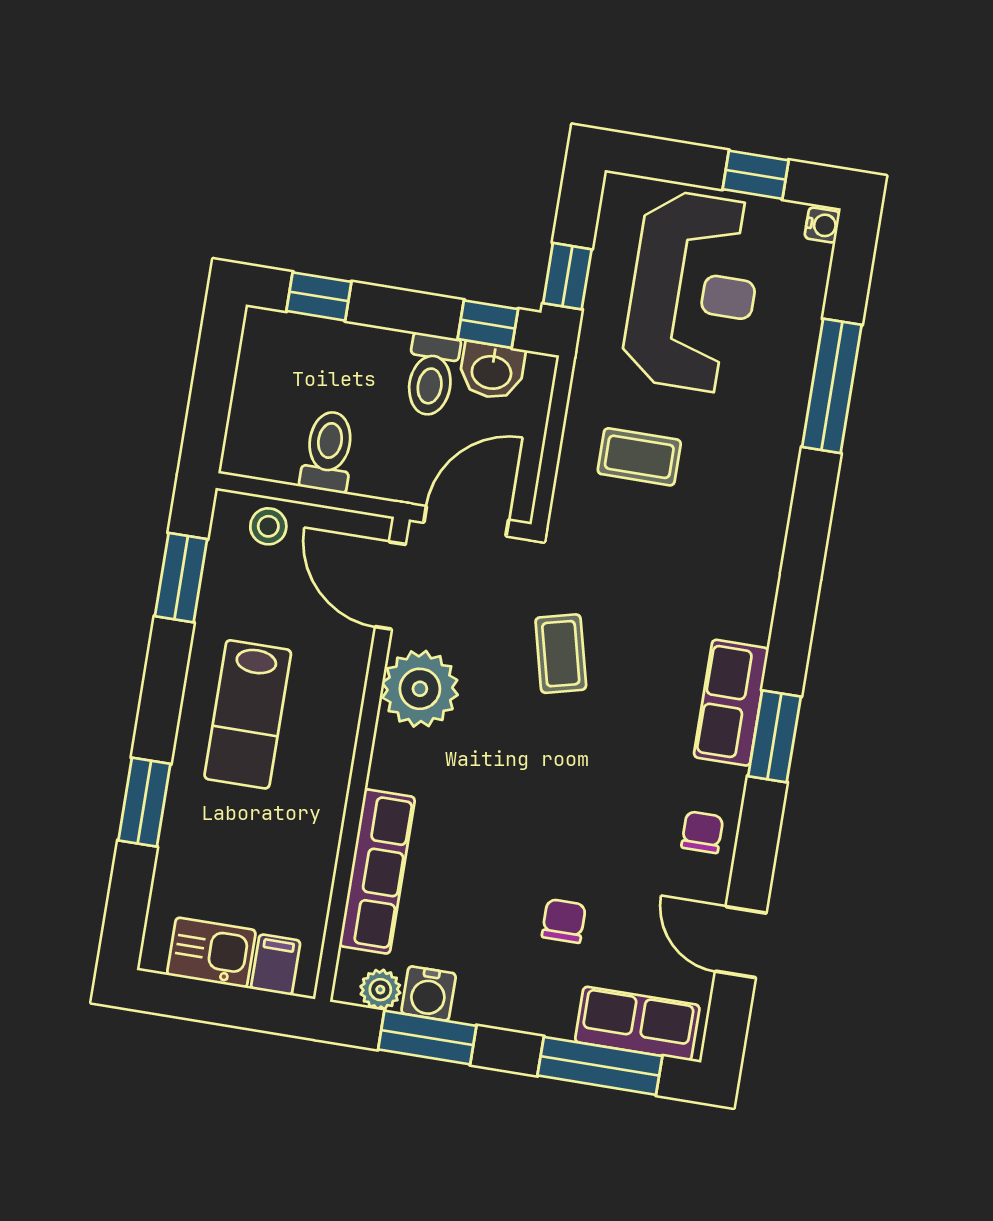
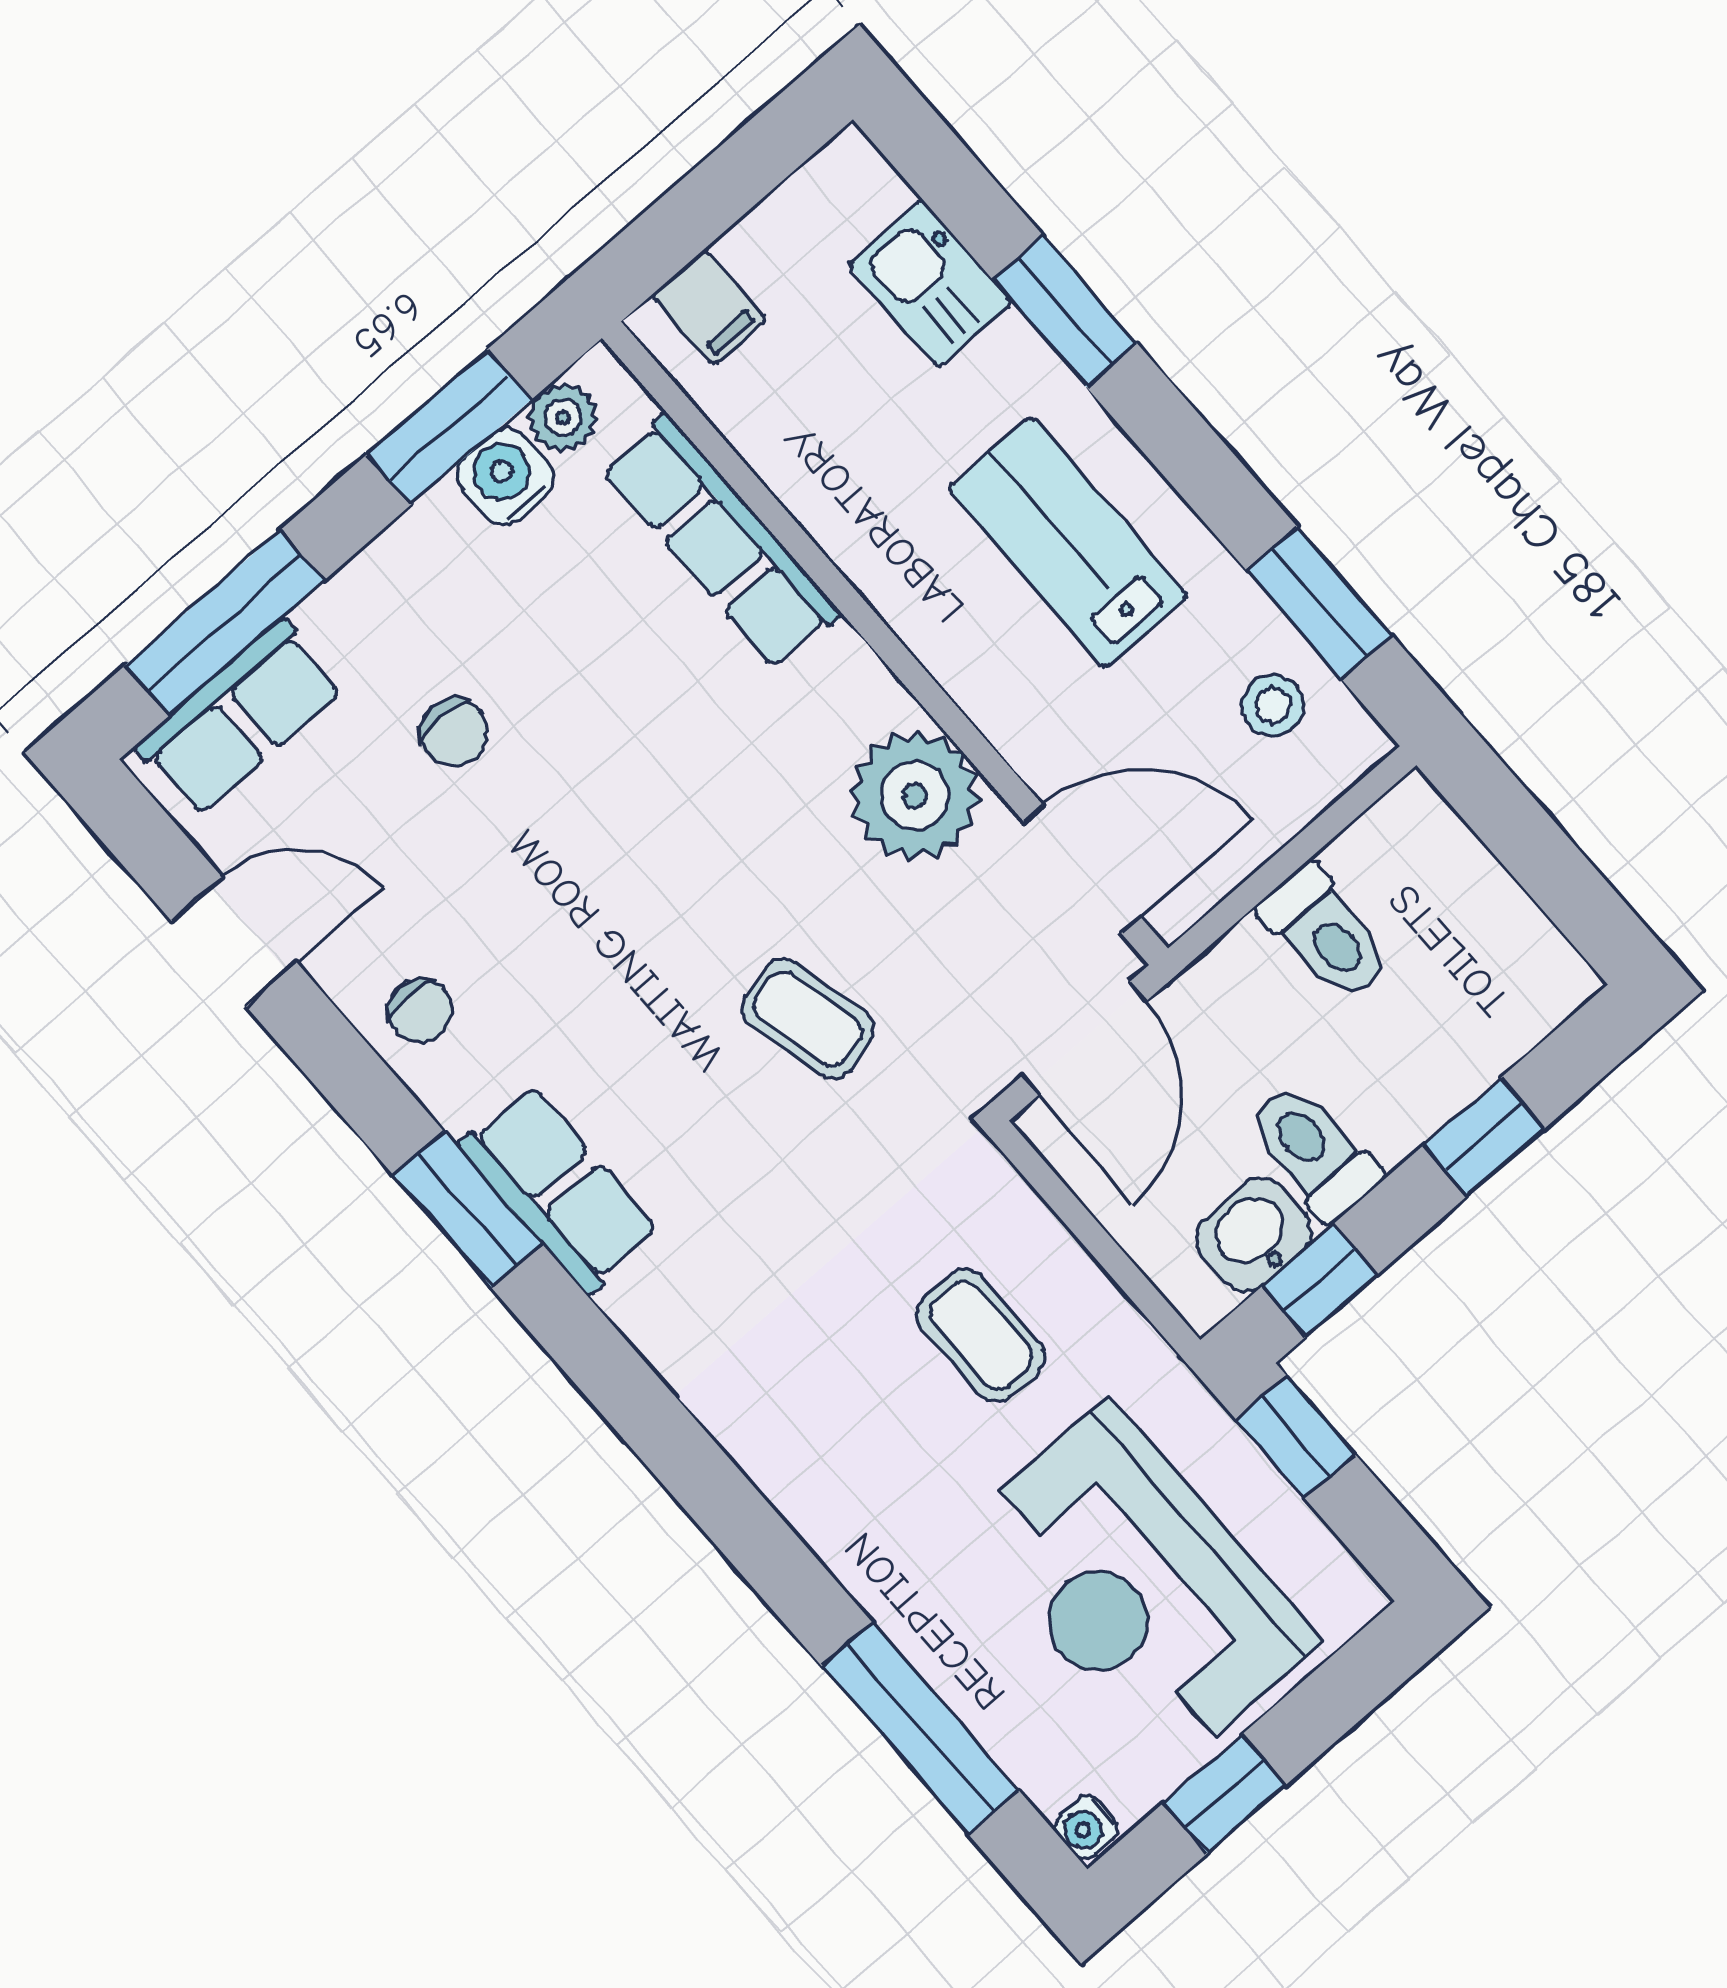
window: (319, 296) -> (1484, 1137), moved
window: (832, 386) -> (921, 1729), moved
coffee table: (639, 457) -> (981, 1335), turned 90
stool: (268, 526) -> (1273, 706), moved
kitchen sink: (211, 953) -> (930, 284), moved, turned 90

